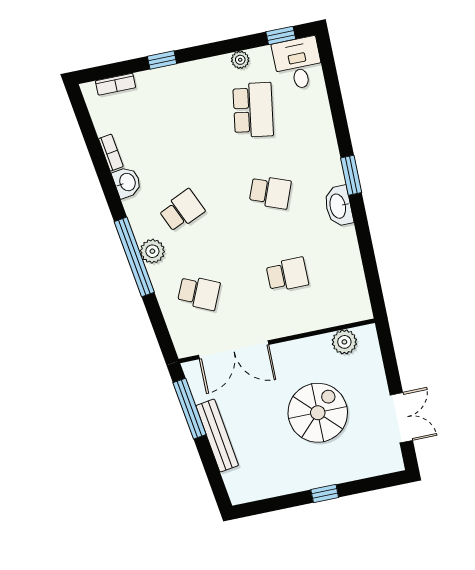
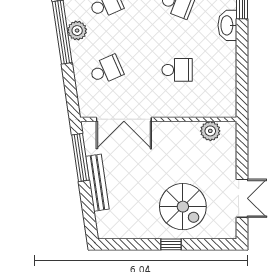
school desk: (199, 293) -> (106, 70), turned -48
spiral stairs: (318, 413) -> (183, 207), moved, turned 90

